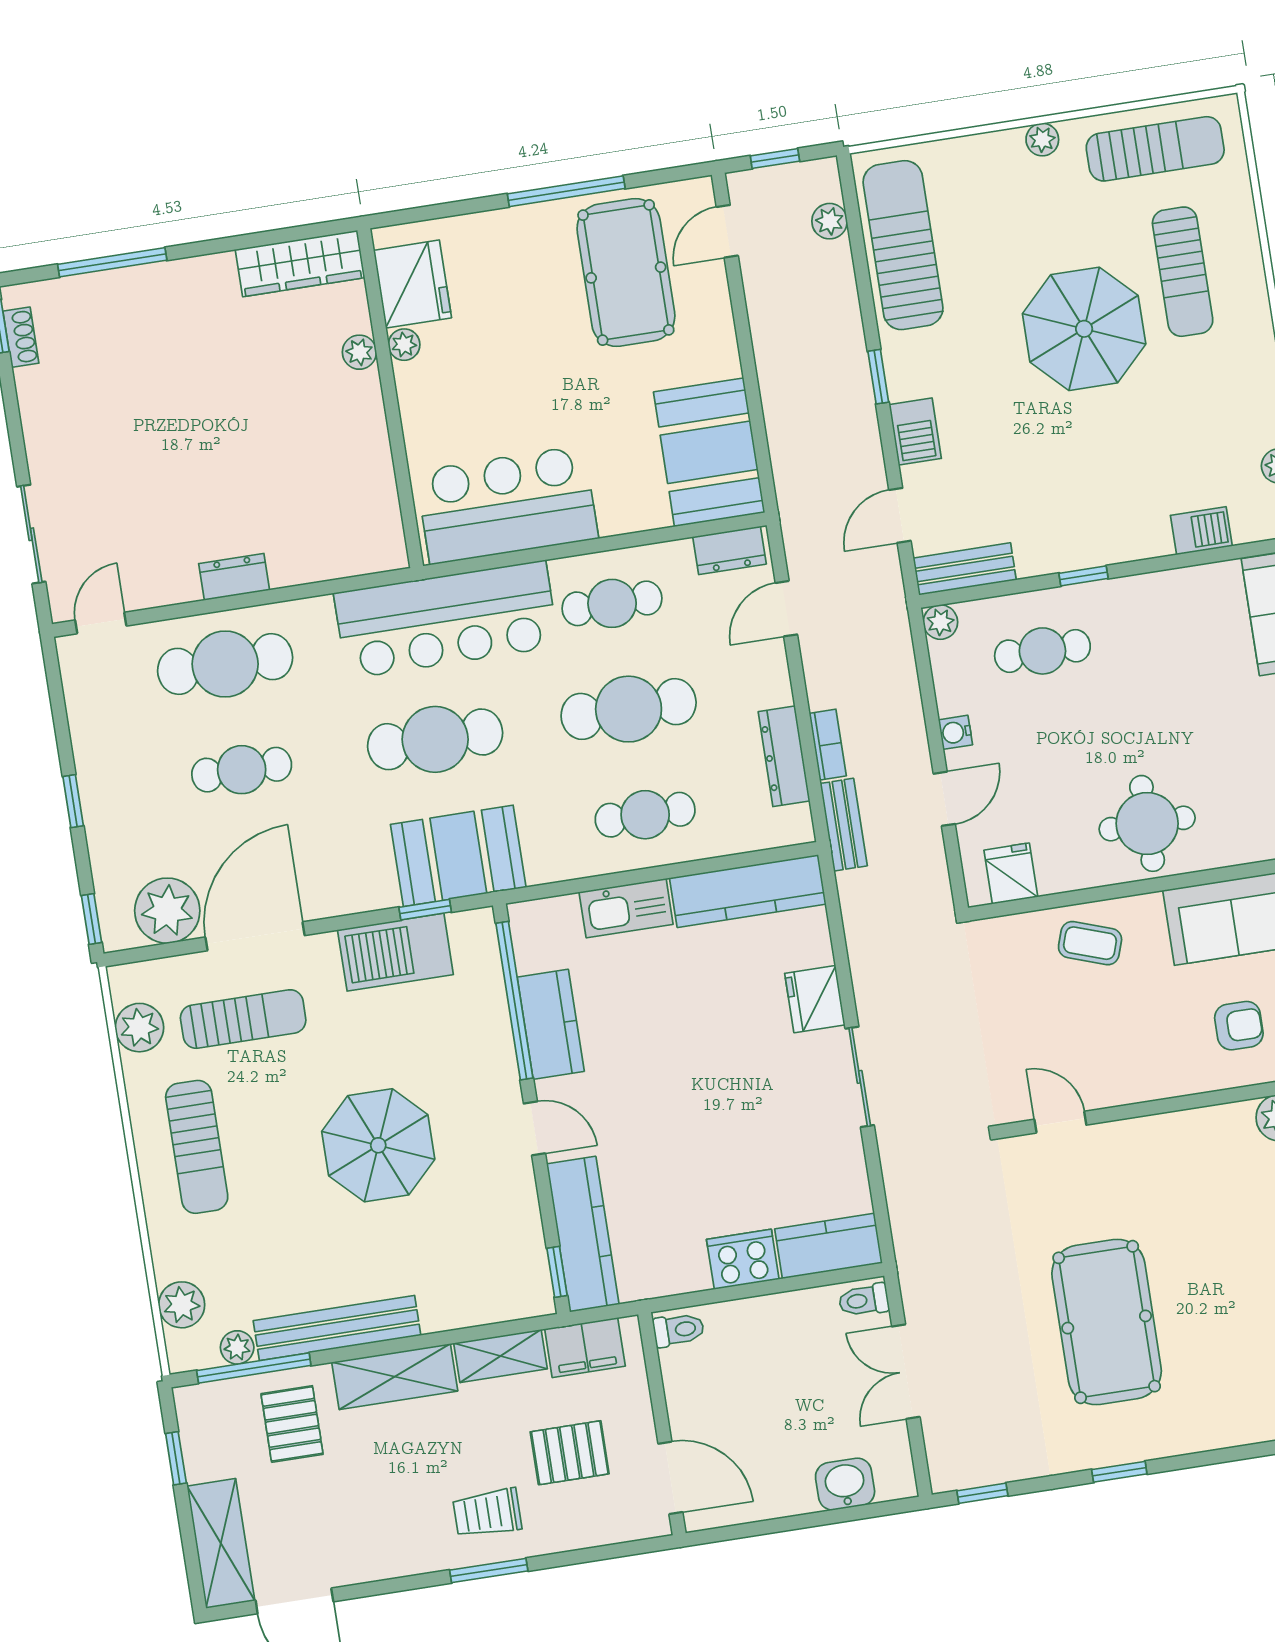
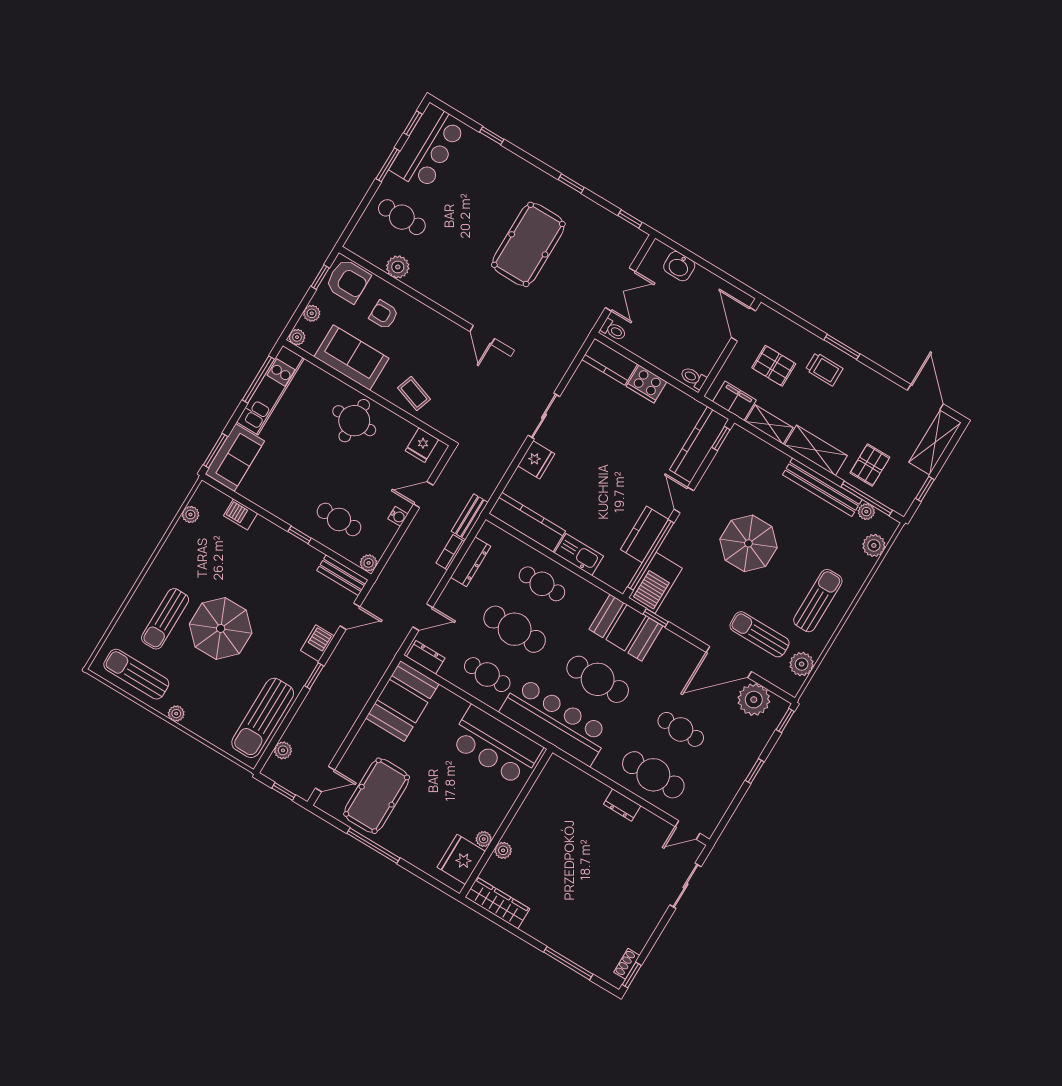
sun lounger: (1183, 272) -> (165, 619), turned 180
barbecue: (395, 952) -> (655, 583), moved, turned 90

